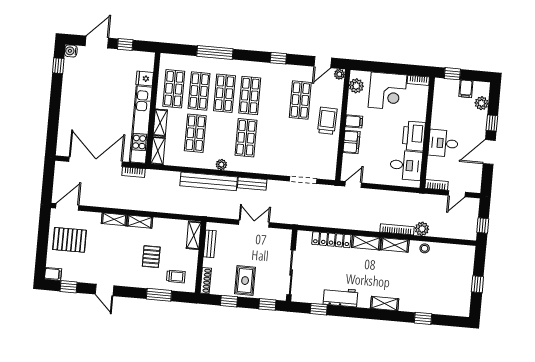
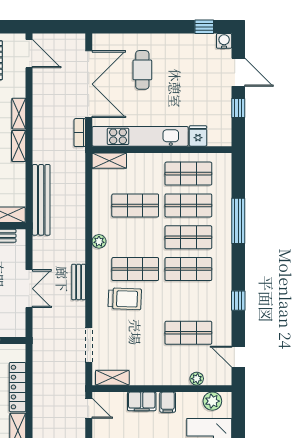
plant: (339, 74) -> (197, 379), moved
cafe table: (88, 118) -> (142, 70), added
trolley: (327, 121) -> (125, 299), moved
shelving: (160, 123) -> (112, 378), moved
bench: (209, 181) -> (41, 200), moved

